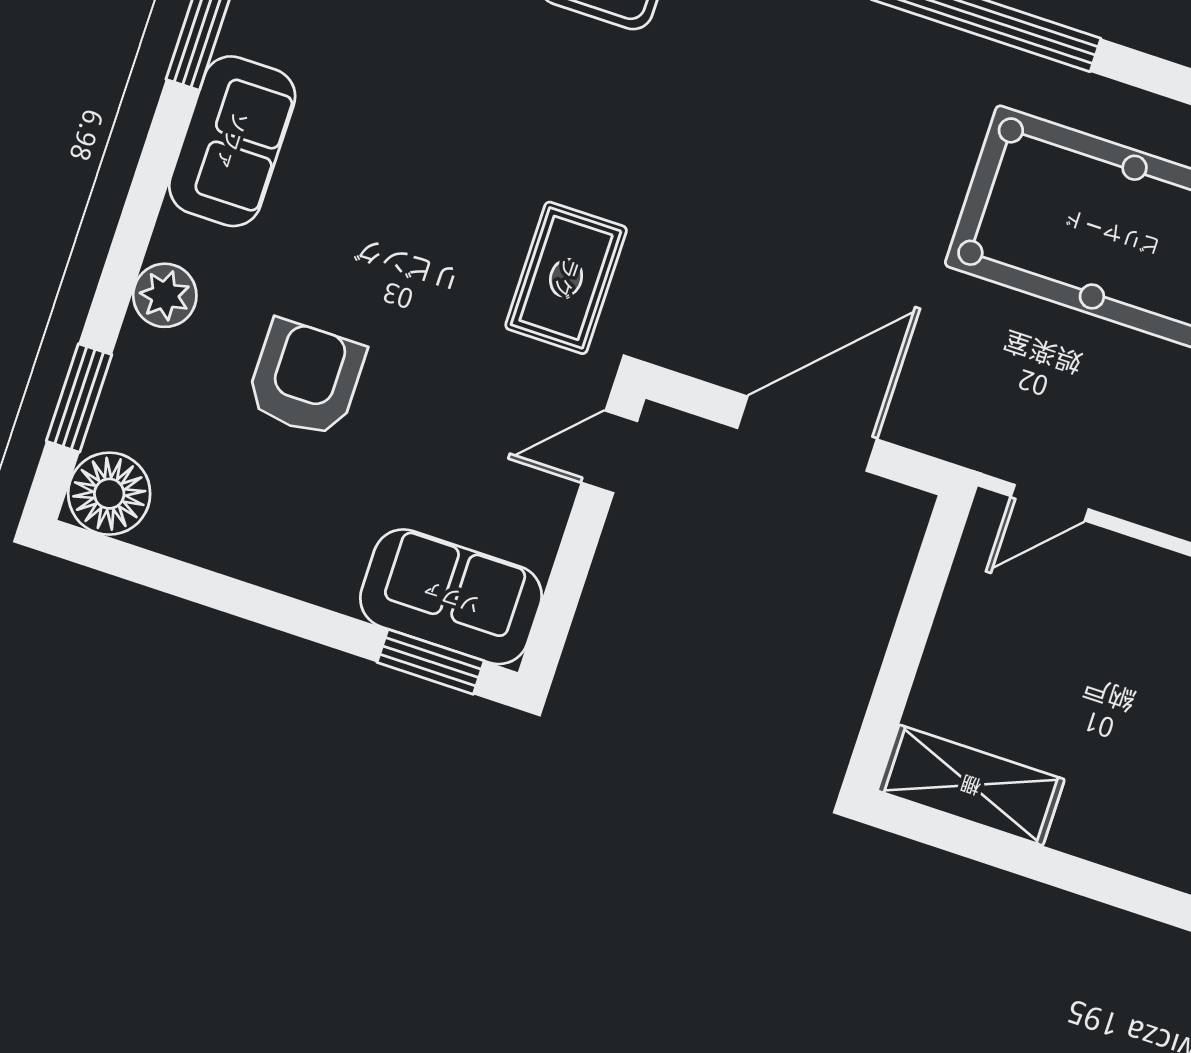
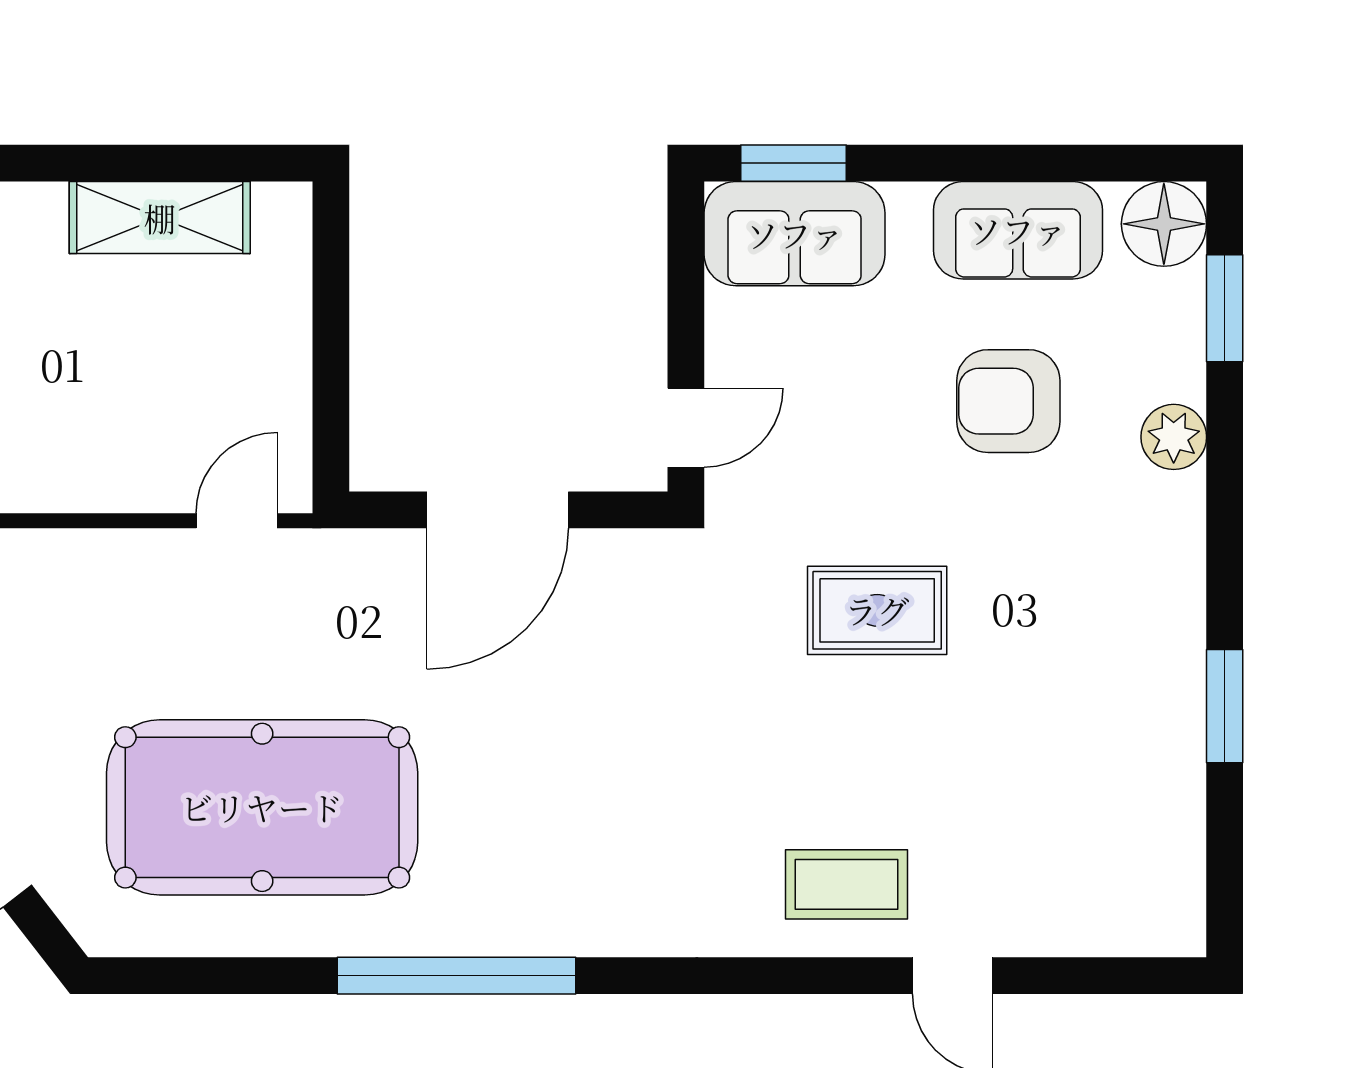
sofa: (232, 141) -> (1018, 230), moved, turned -90
rug: (566, 278) -> (877, 610), moved, turned 90
armchair: (306, 378) -> (1008, 401), turned 90
shelving: (971, 785) -> (160, 218), moved

